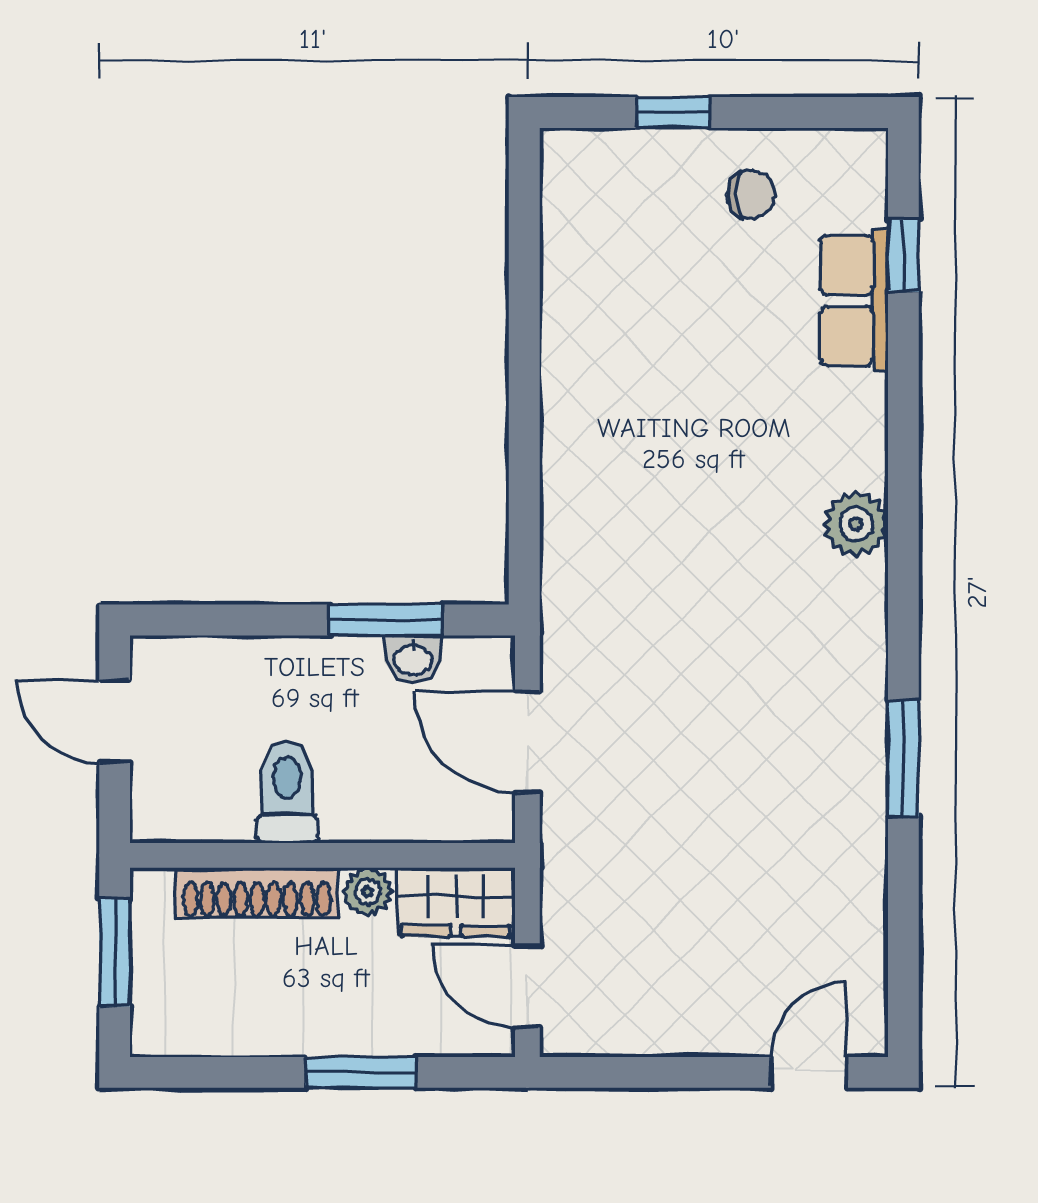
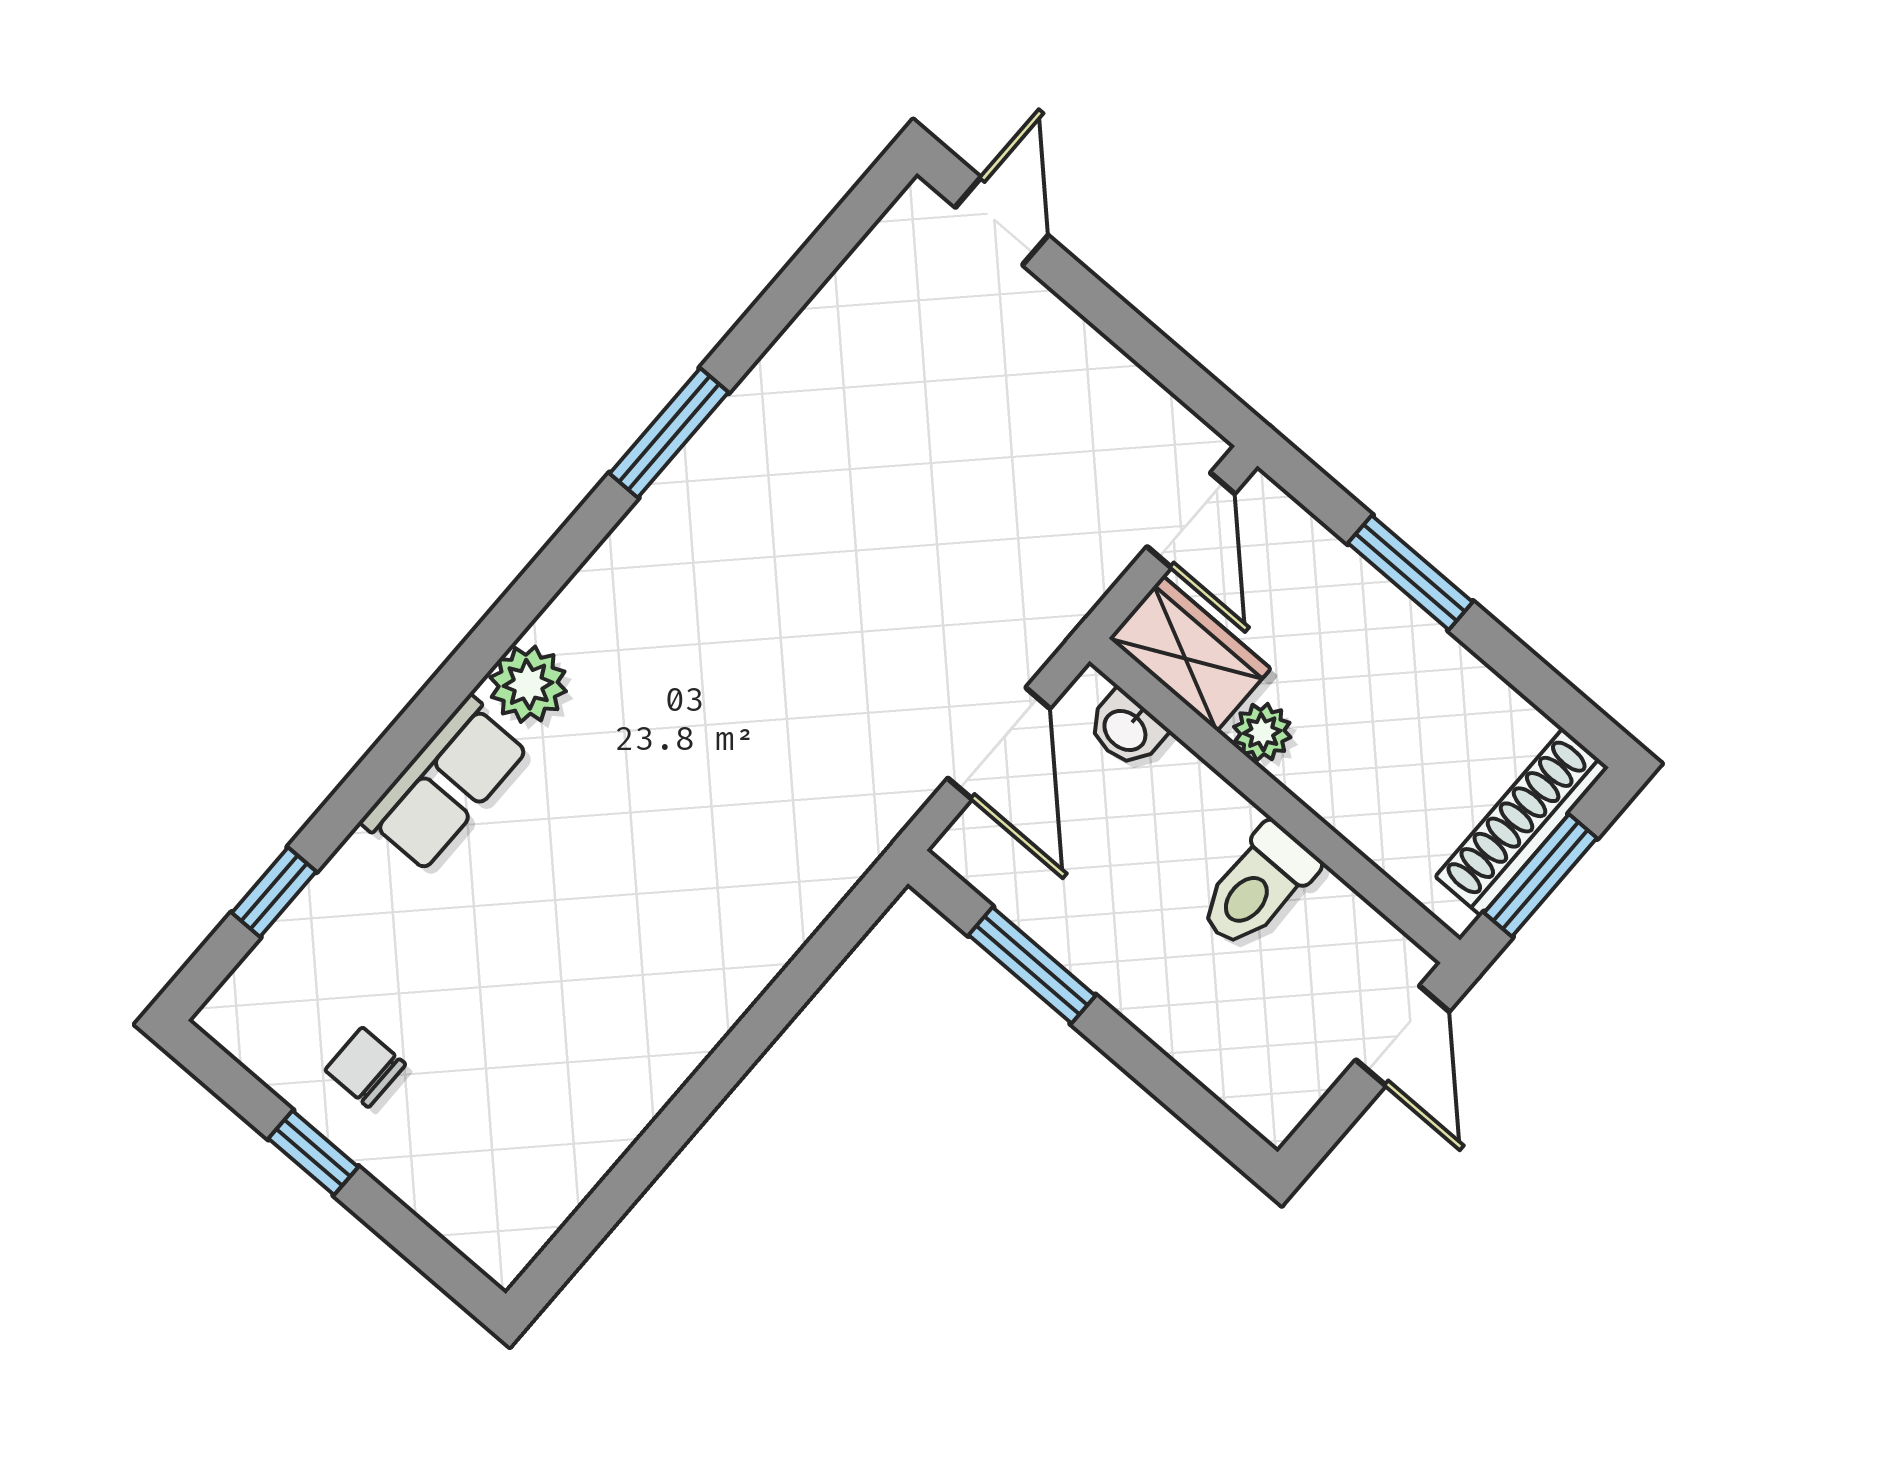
window: (673, 113) -> (313, 1153), moved
row of seats: (854, 301) -> (445, 784), moved
washbasin: (413, 659) -> (1126, 729), moved, turned 180
door: (115, 721) -> (1403, 1036), moved
shoe rack: (257, 893) -> (1522, 822), moved, turned -90
door: (808, 1072) -> (1002, 221), swing flipped

